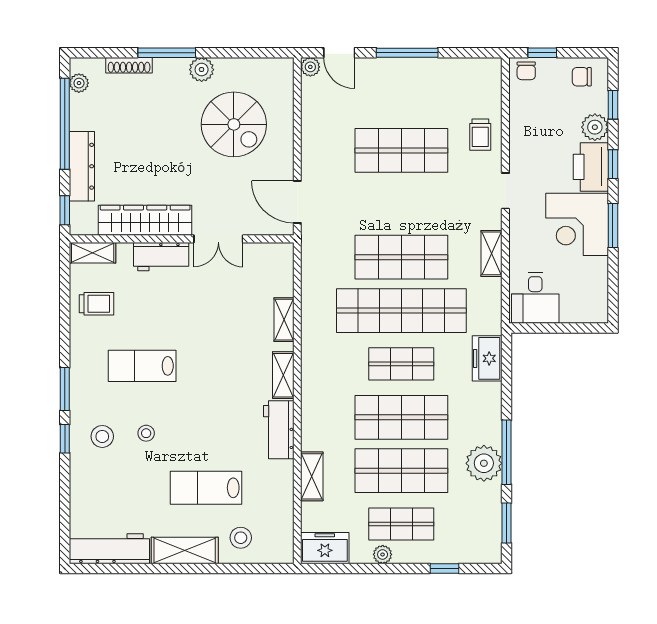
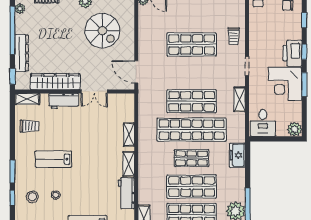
plant: (595, 127) -> (295, 129), moved

